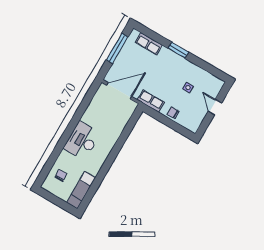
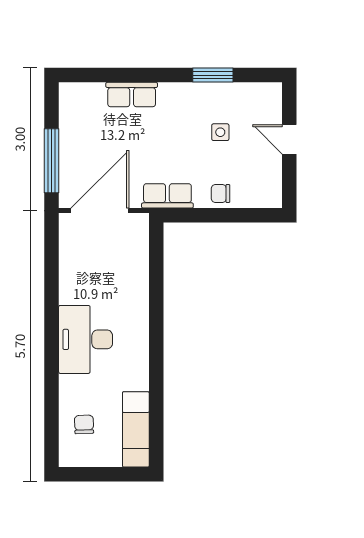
row of seats: (149, 44) -> (132, 95), moved
window: (117, 48) -> (52, 161), moved
window: (178, 50) -> (213, 75), moved

